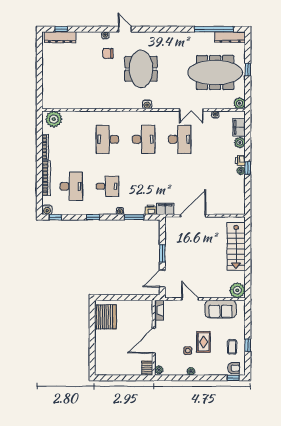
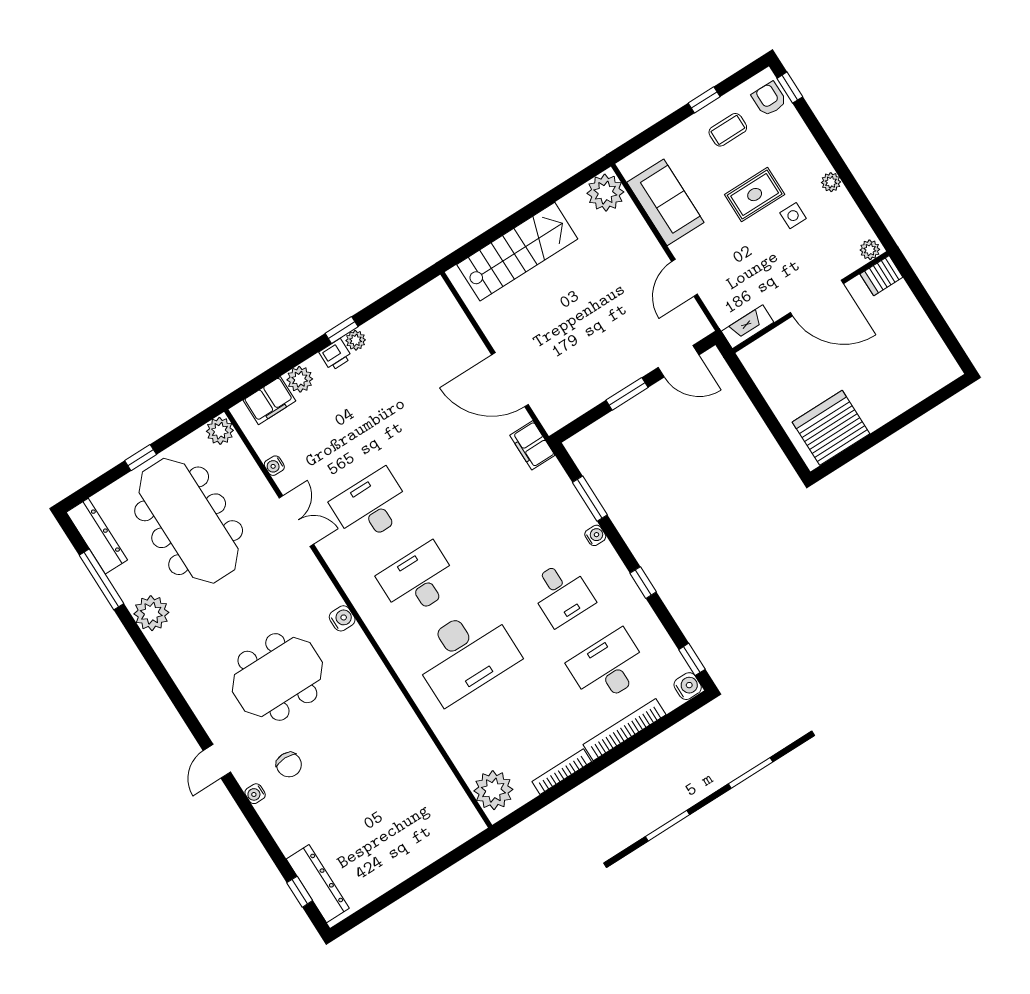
window: (214, 29) -> (101, 579), width x0.68
plant: (191, 39) -> (151, 613), added
desk: (107, 139) -> (465, 654), width x1.36, depth x1.30
desk: (107, 186) -> (561, 593), turned 180
printer: (151, 210) -> (553, 475), removed

